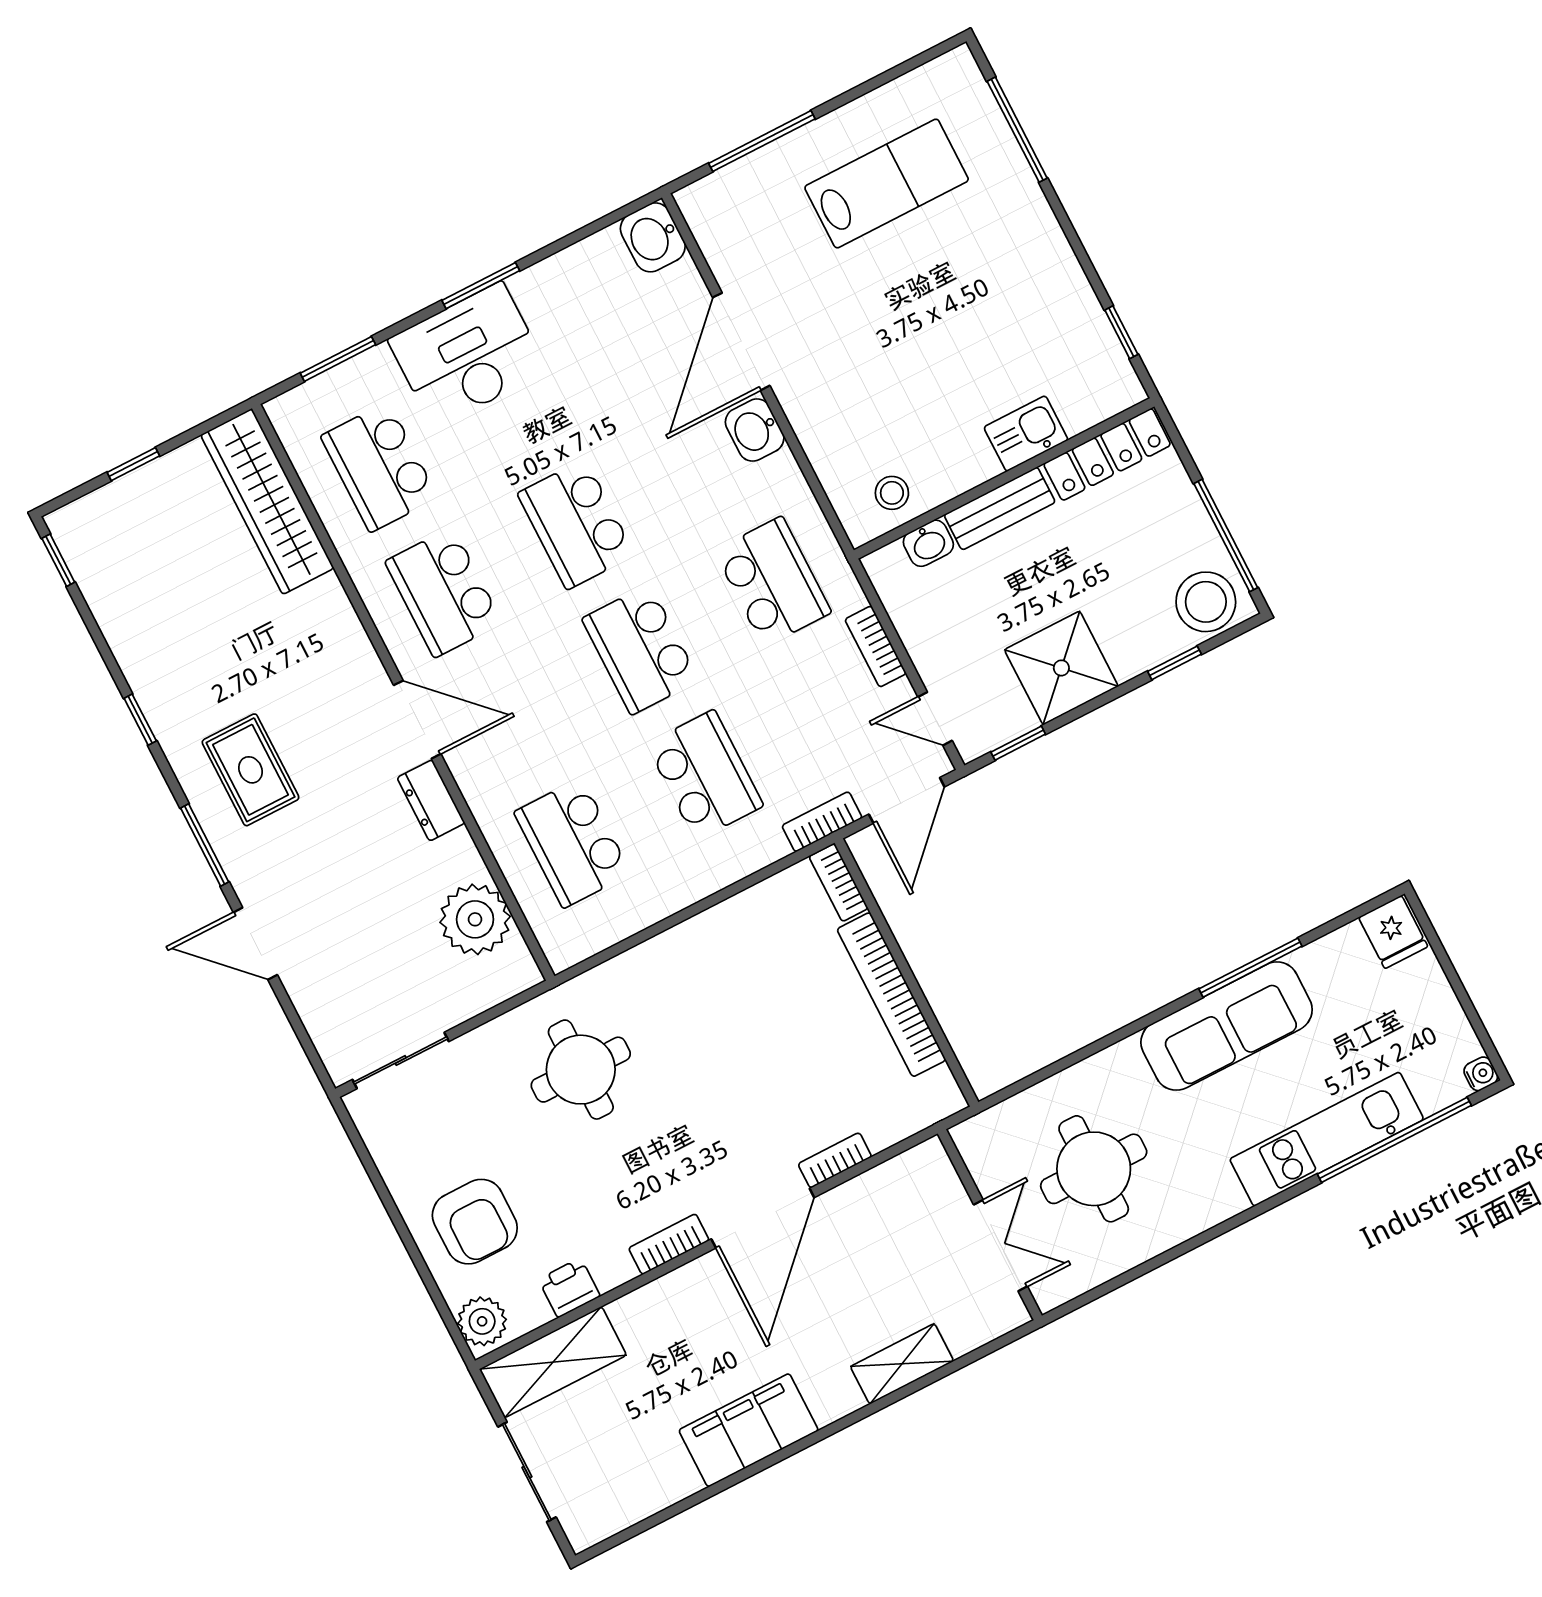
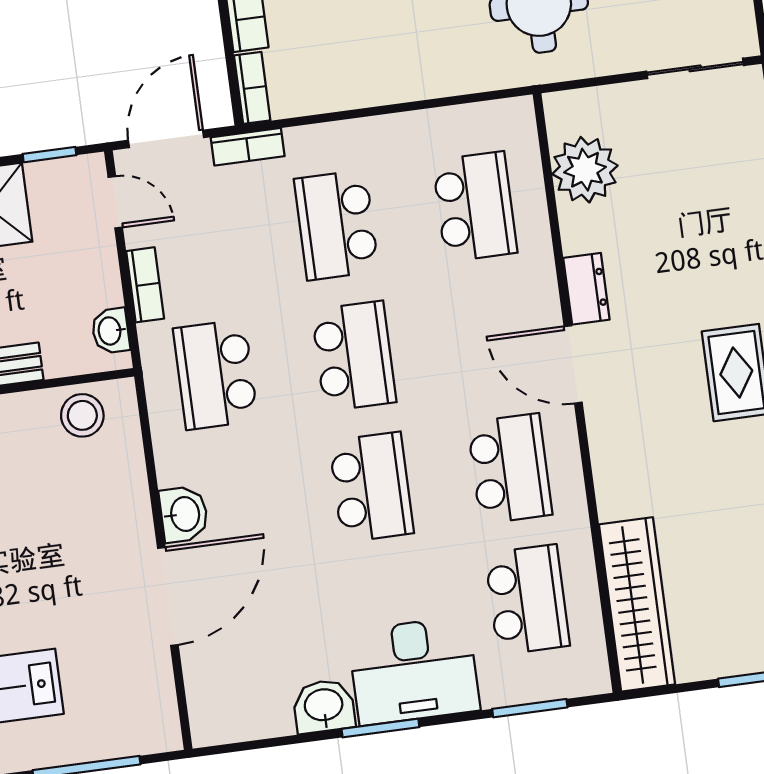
washbasin: (653, 237) -> (324, 706), moved, turned -90
stool: (892, 493) -> (82, 415), width x1.37, depth x1.37
washbasin: (928, 543) -> (111, 331), moved, turned -90

